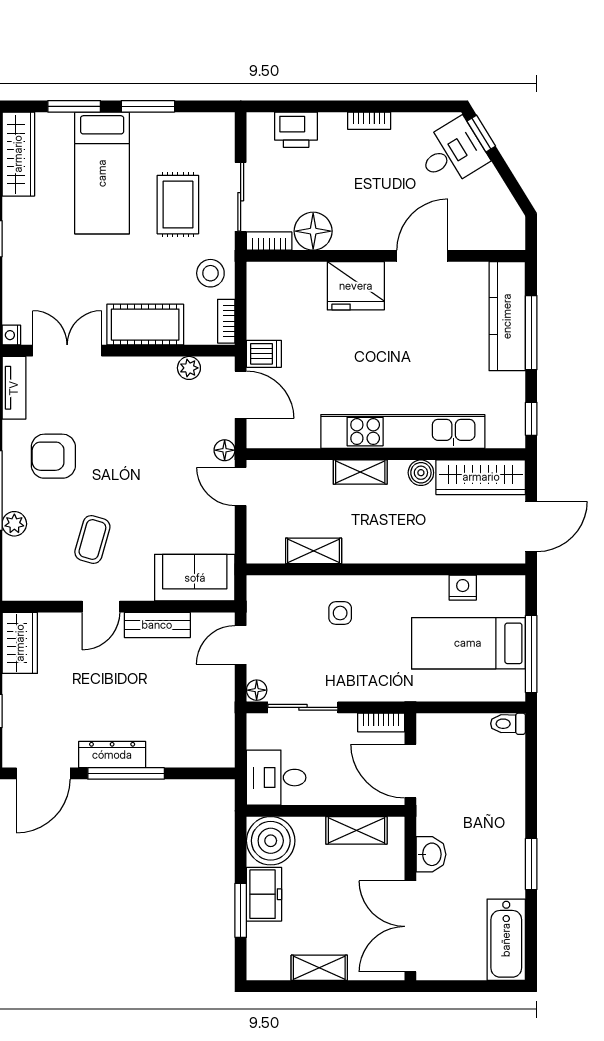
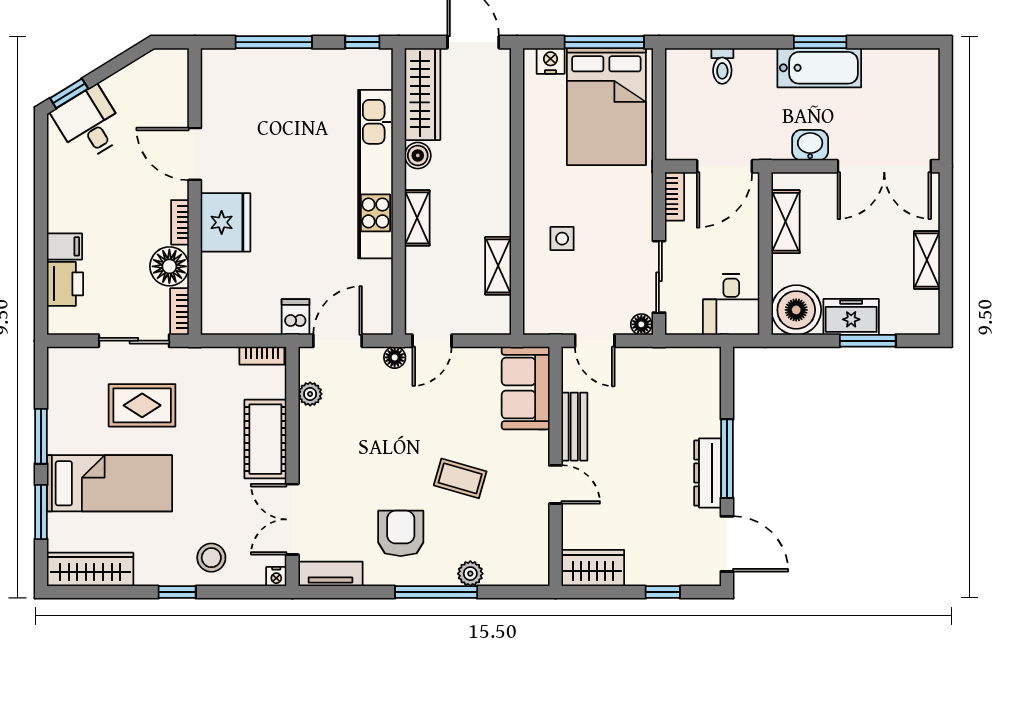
bookcase: (369, 121) -> (180, 222), moved, turned 180
filing cabinet: (332, 129) -> (65, 246), added
stool: (210, 273) -> (211, 558), moved
kitchen counter: (507, 316) -> (257, 67), removed
armchair: (53, 456) -> (401, 533), turned 180
coffee table: (92, 539) -> (460, 478), moved
nightstand: (463, 588) -> (551, 61), moved, turned 90
bed: (468, 643) -> (606, 107), width x1.50
toilet: (508, 724) -> (722, 66), moved
bathtub: (506, 940) -> (819, 68), moved

